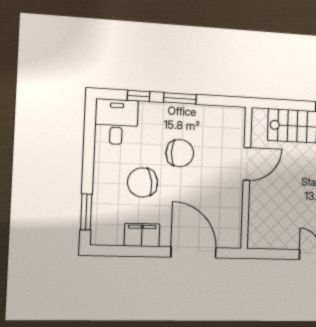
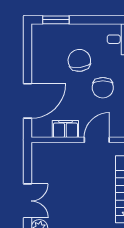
door: (247, 164) -> (97, 140), swing flipped
filing cabinet: (142, 235) -> (65, 129), moved, turned -90

